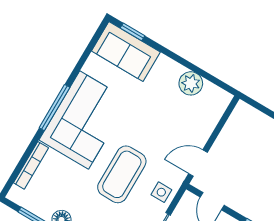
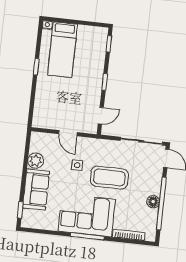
sofa: (126, 51) -> (36, 190), moved
door: (198, 163) -> (68, 133), moved
side table: (161, 192) -> (77, 165), moved

